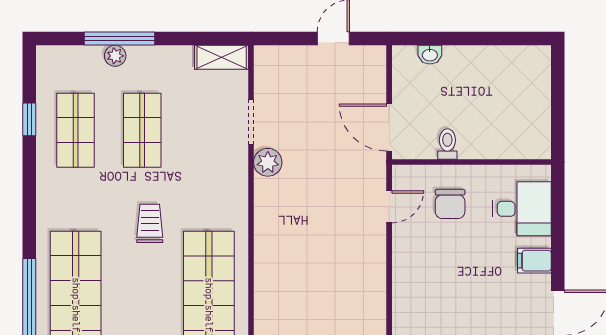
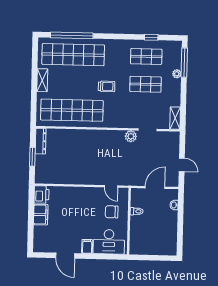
window: (119, 39) -> (184, 63), moved
door: (389, 128) -> (155, 187), moved
desk: (522, 209) -> (109, 242), width x1.37

